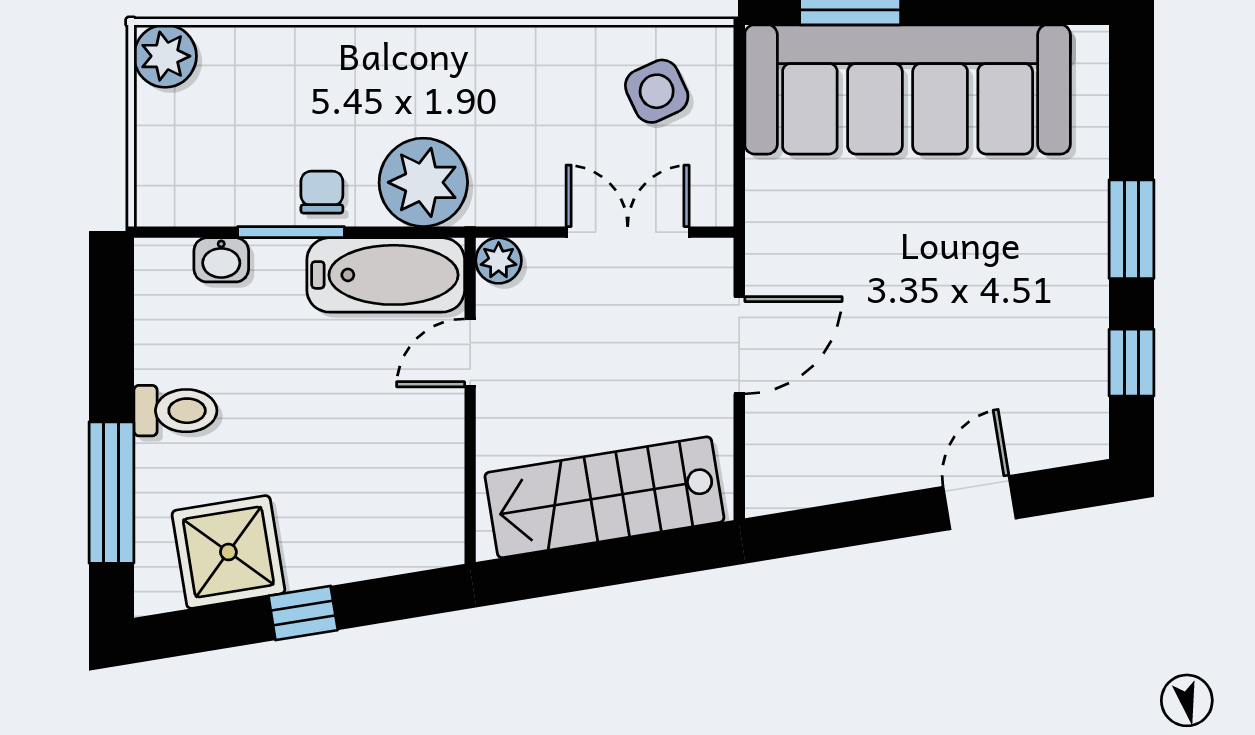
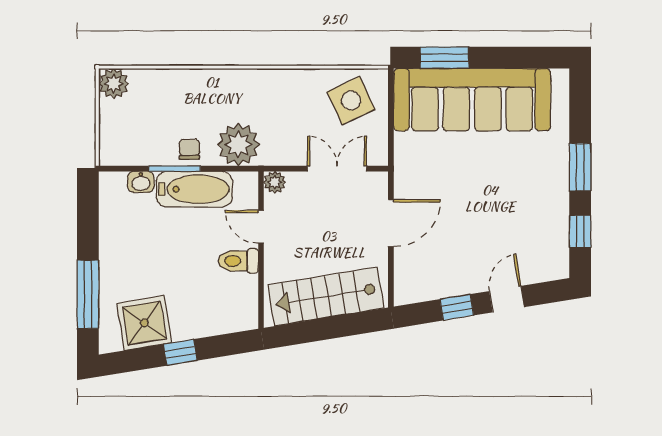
side table: (657, 91) -> (351, 101), width x1.37, depth x1.37
bathtub: (386, 275) -> (194, 189), moved
door: (470, 353) -> (261, 227), hinge flipped
toilet: (175, 411) -> (238, 261), moved, turned 180
window: (876, 520) -> (457, 307), added

